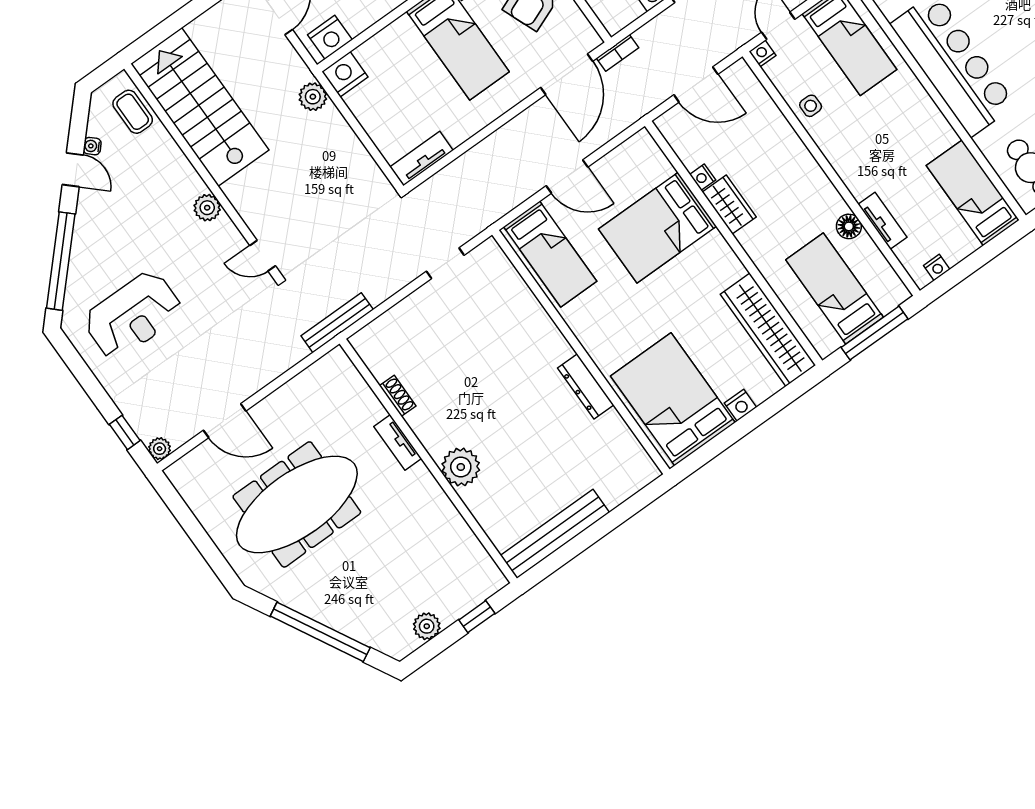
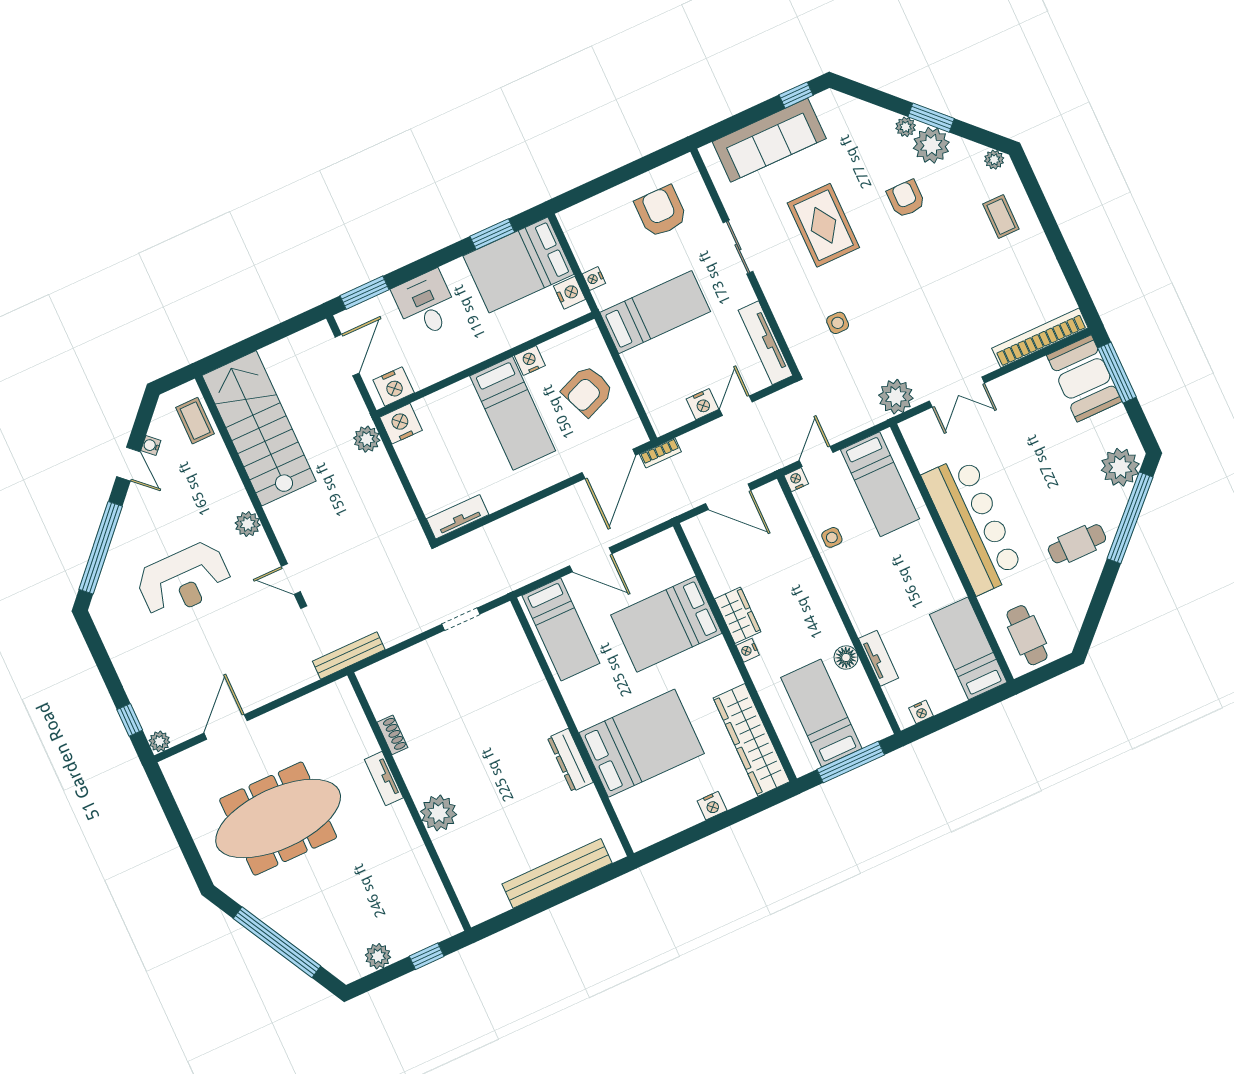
nightstand: (703, 177) -> (748, 650), moved
reception desk: (133, 315) -> (184, 580), moved
bed: (673, 399) -> (642, 743), moved, turned 90
door: (225, 421) -> (226, 727), swing flipped
bench: (555, 534) -> (557, 873), moved

